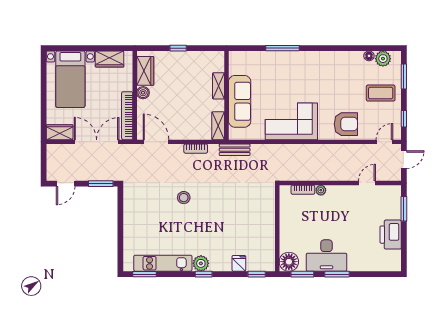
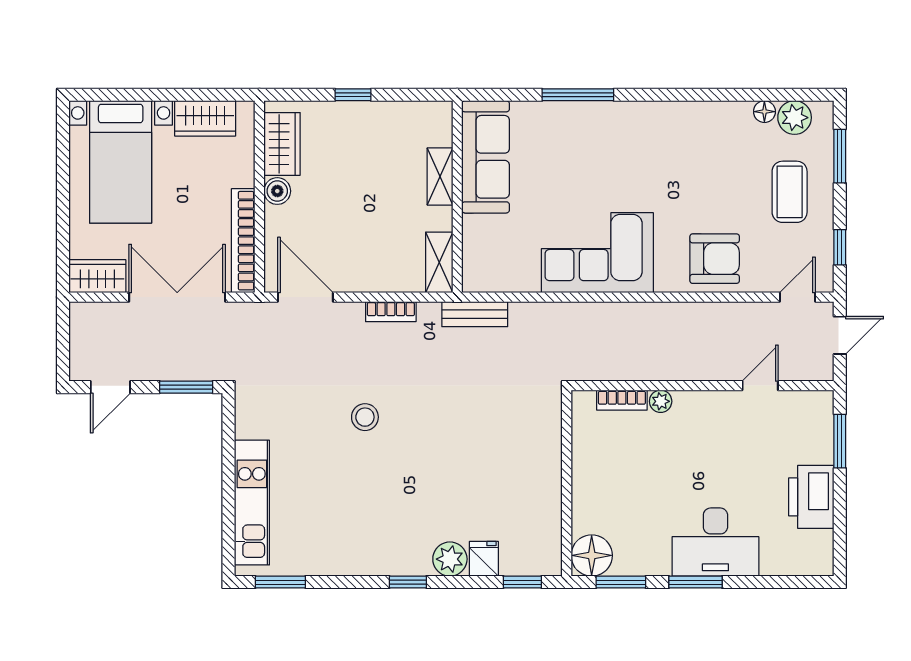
coffee table: (381, 93) -> (790, 192), turned 90
sofa: (240, 101) -> (486, 157), moved
desk: (326, 256) -> (715, 542), moved
kitchen unit: (163, 263) -> (252, 503), moved, turned 90
plant: (201, 263) -> (450, 559), moved

